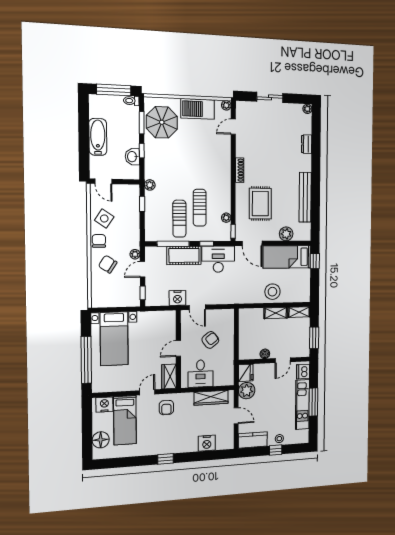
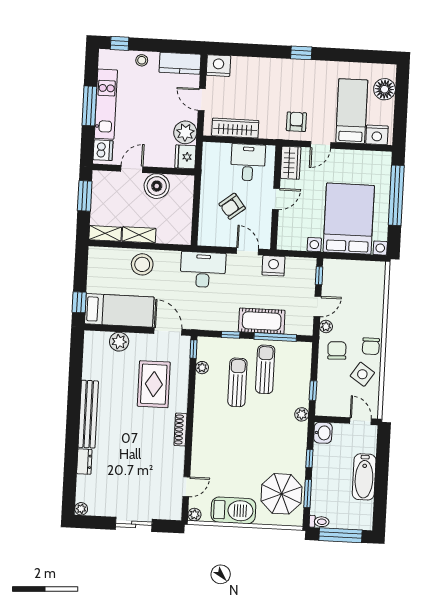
washbasin: (132, 157) -> (323, 433), moved
bench: (305, 197) -> (88, 414), moved
desk: (218, 259) -> (203, 270), moved, turned 180
chair: (108, 264) -> (337, 350), moved, turned -125
bed with nightstands: (114, 339) -> (349, 219), width x1.36
boiler: (265, 354) -> (157, 186), width x1.86, depth x1.86
nightstand: (207, 443) -> (218, 66), moved
window: (276, 450) -> (120, 43), moved

